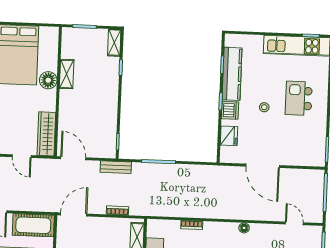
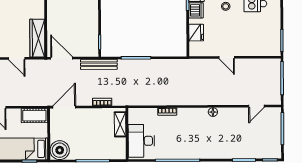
door: (263, 166) -> (227, 57), width x0.53
bench: (116, 167) -> (99, 64), width x1.36
door: (294, 223) -> (256, 106), swing flipped
cot: (33, 225) -> (34, 116), width x0.73, depth x0.75

